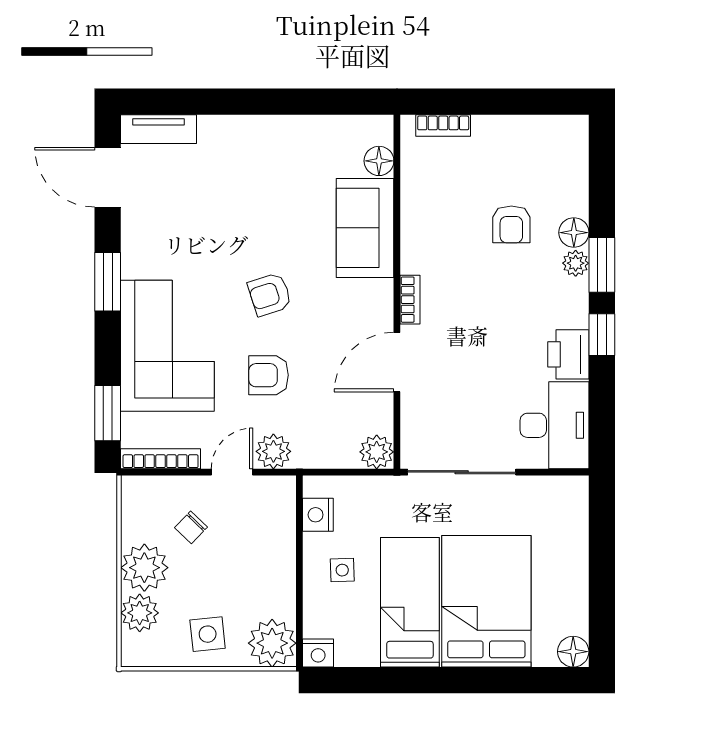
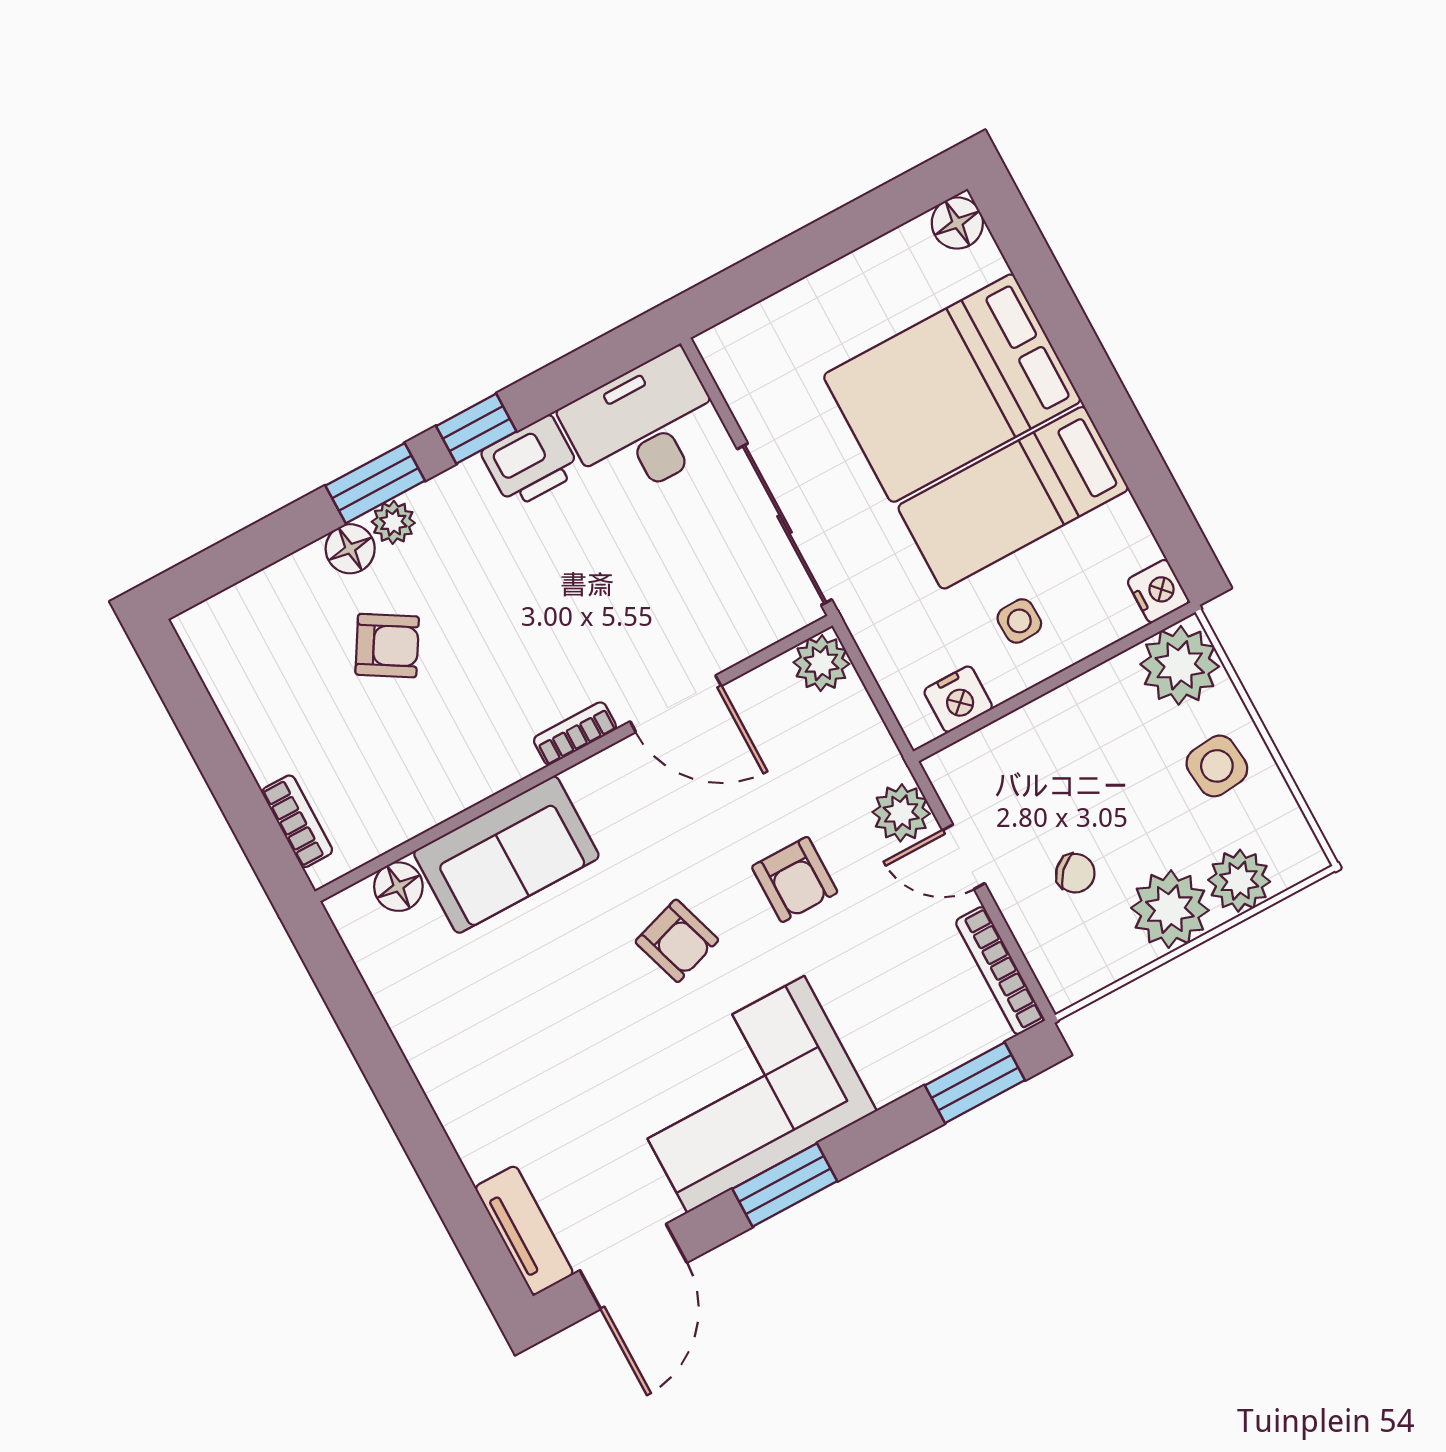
armchair: (511, 224) -> (387, 646), turned 31
corner sofa: (167, 346) -> (746, 1094), moved

